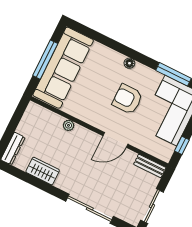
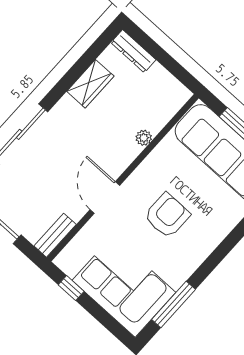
floor lamp: (129, 63) -> (206, 247), removed
armchair: (127, 99) -> (167, 216), moved

